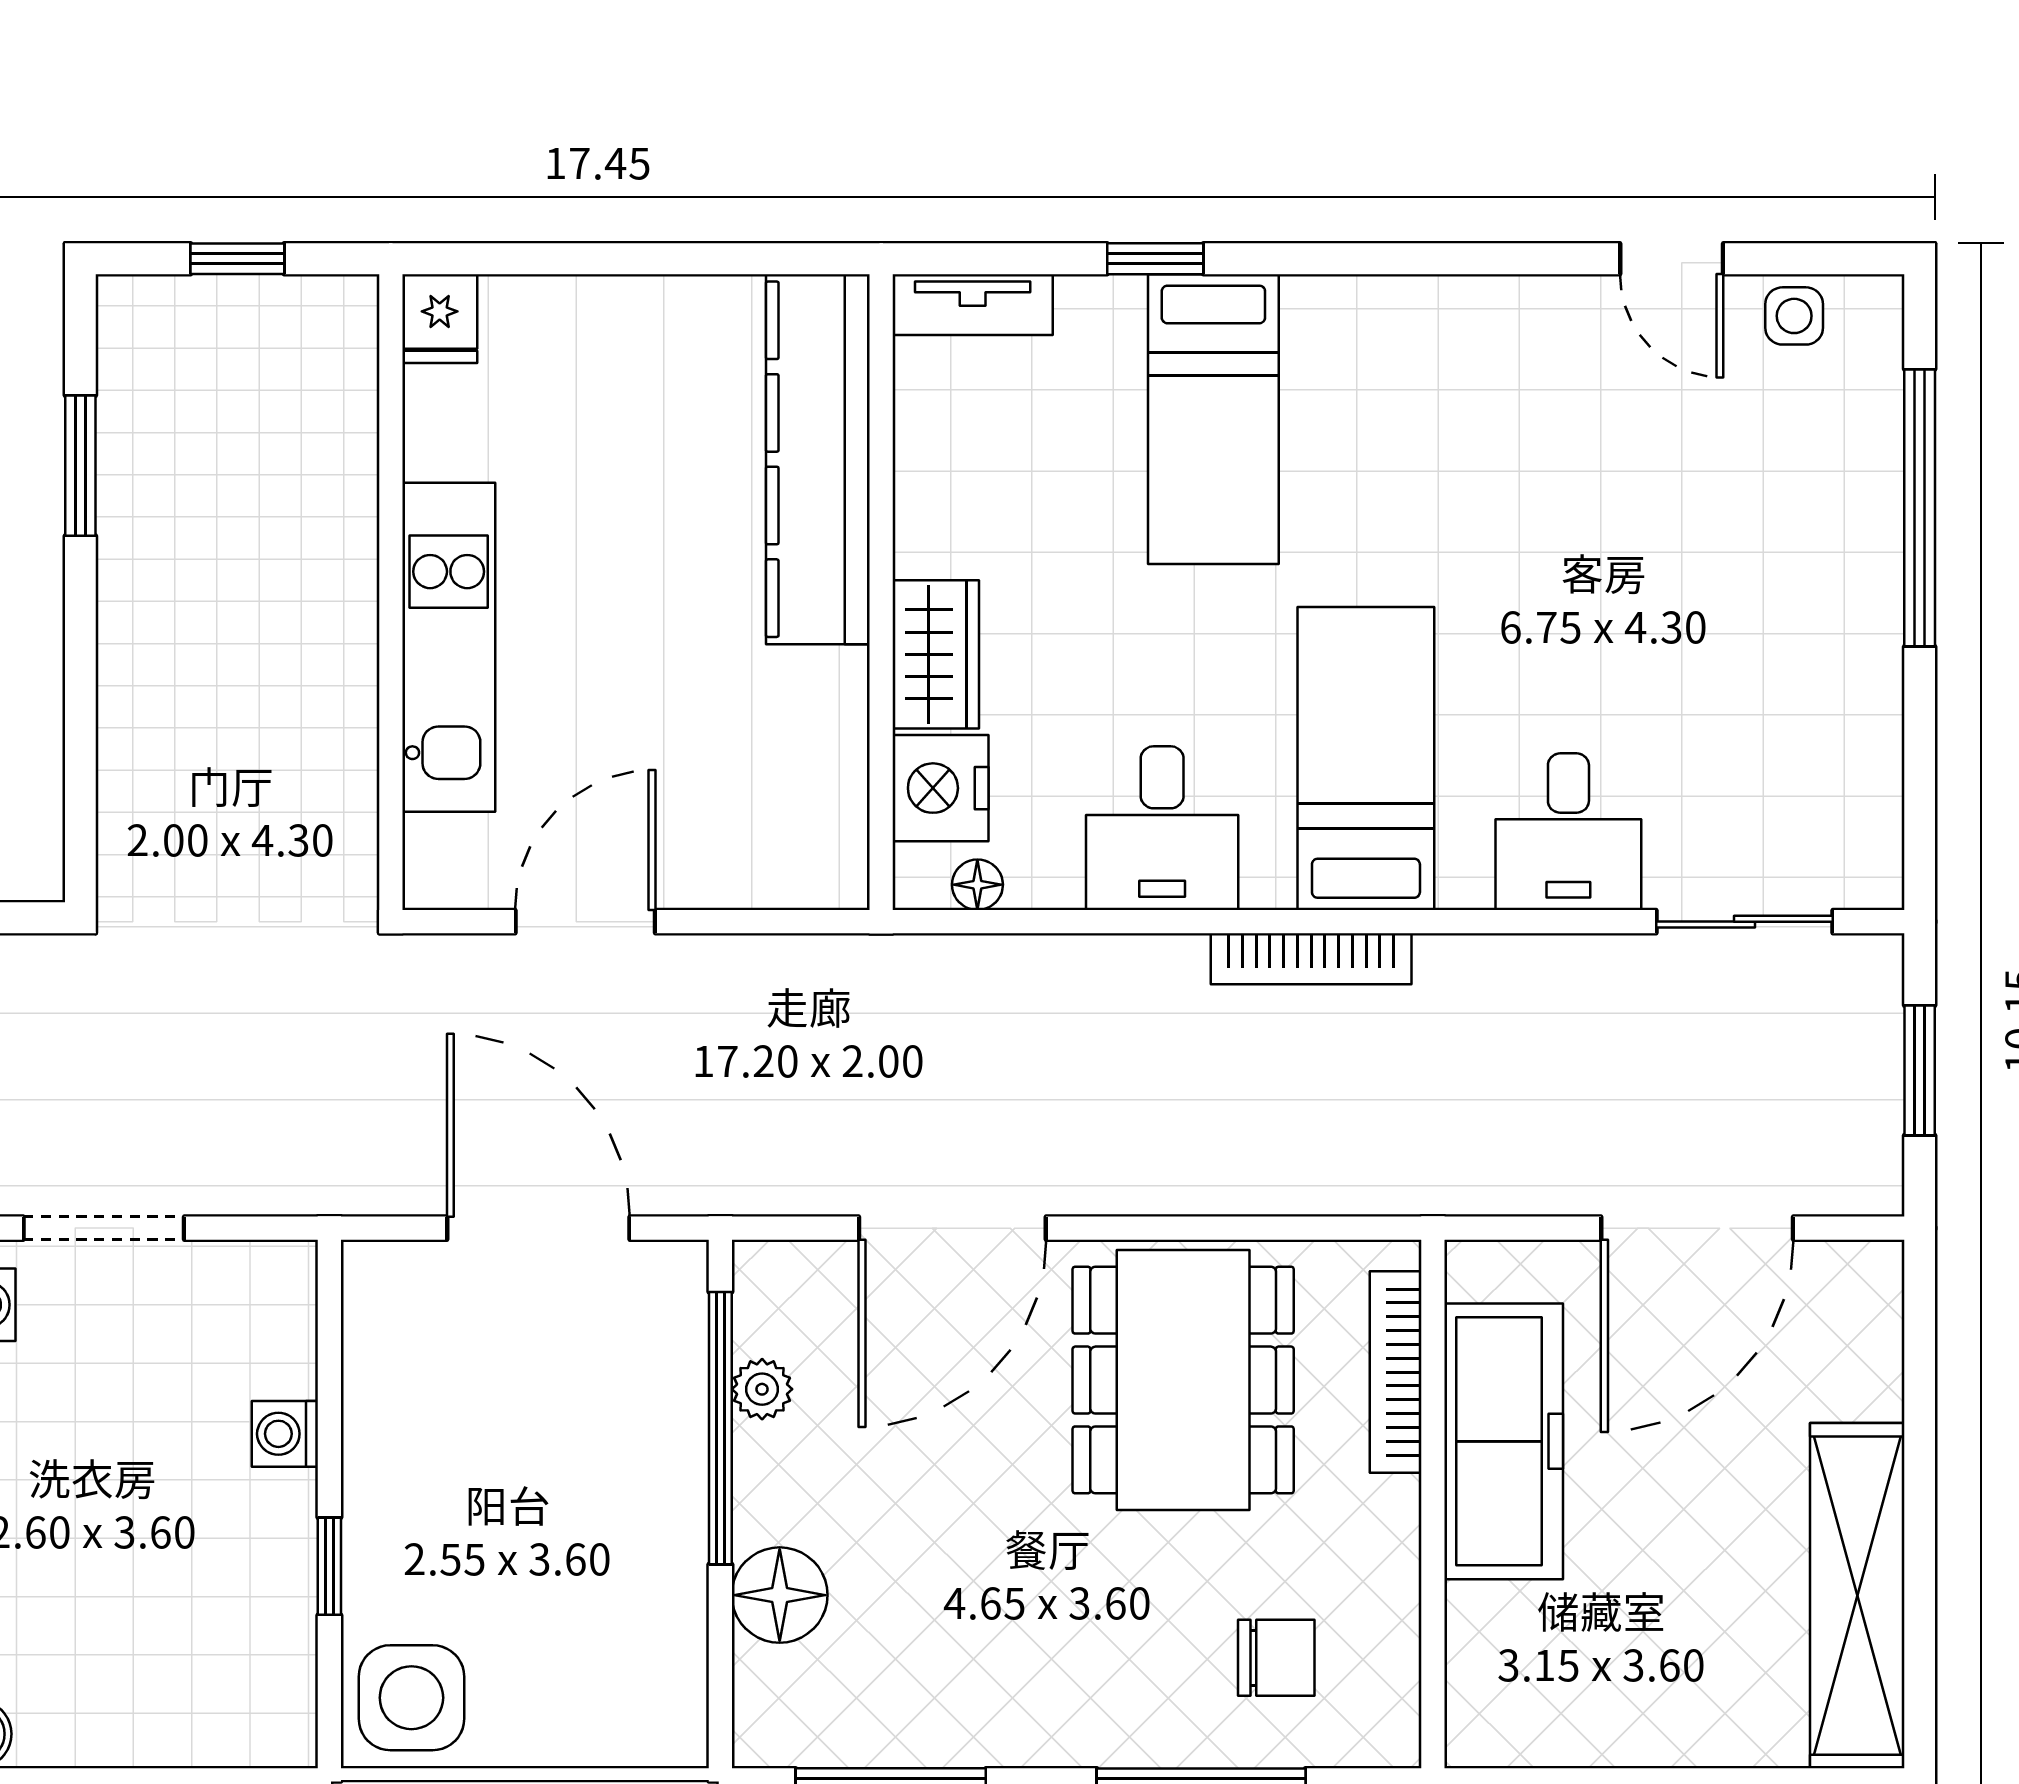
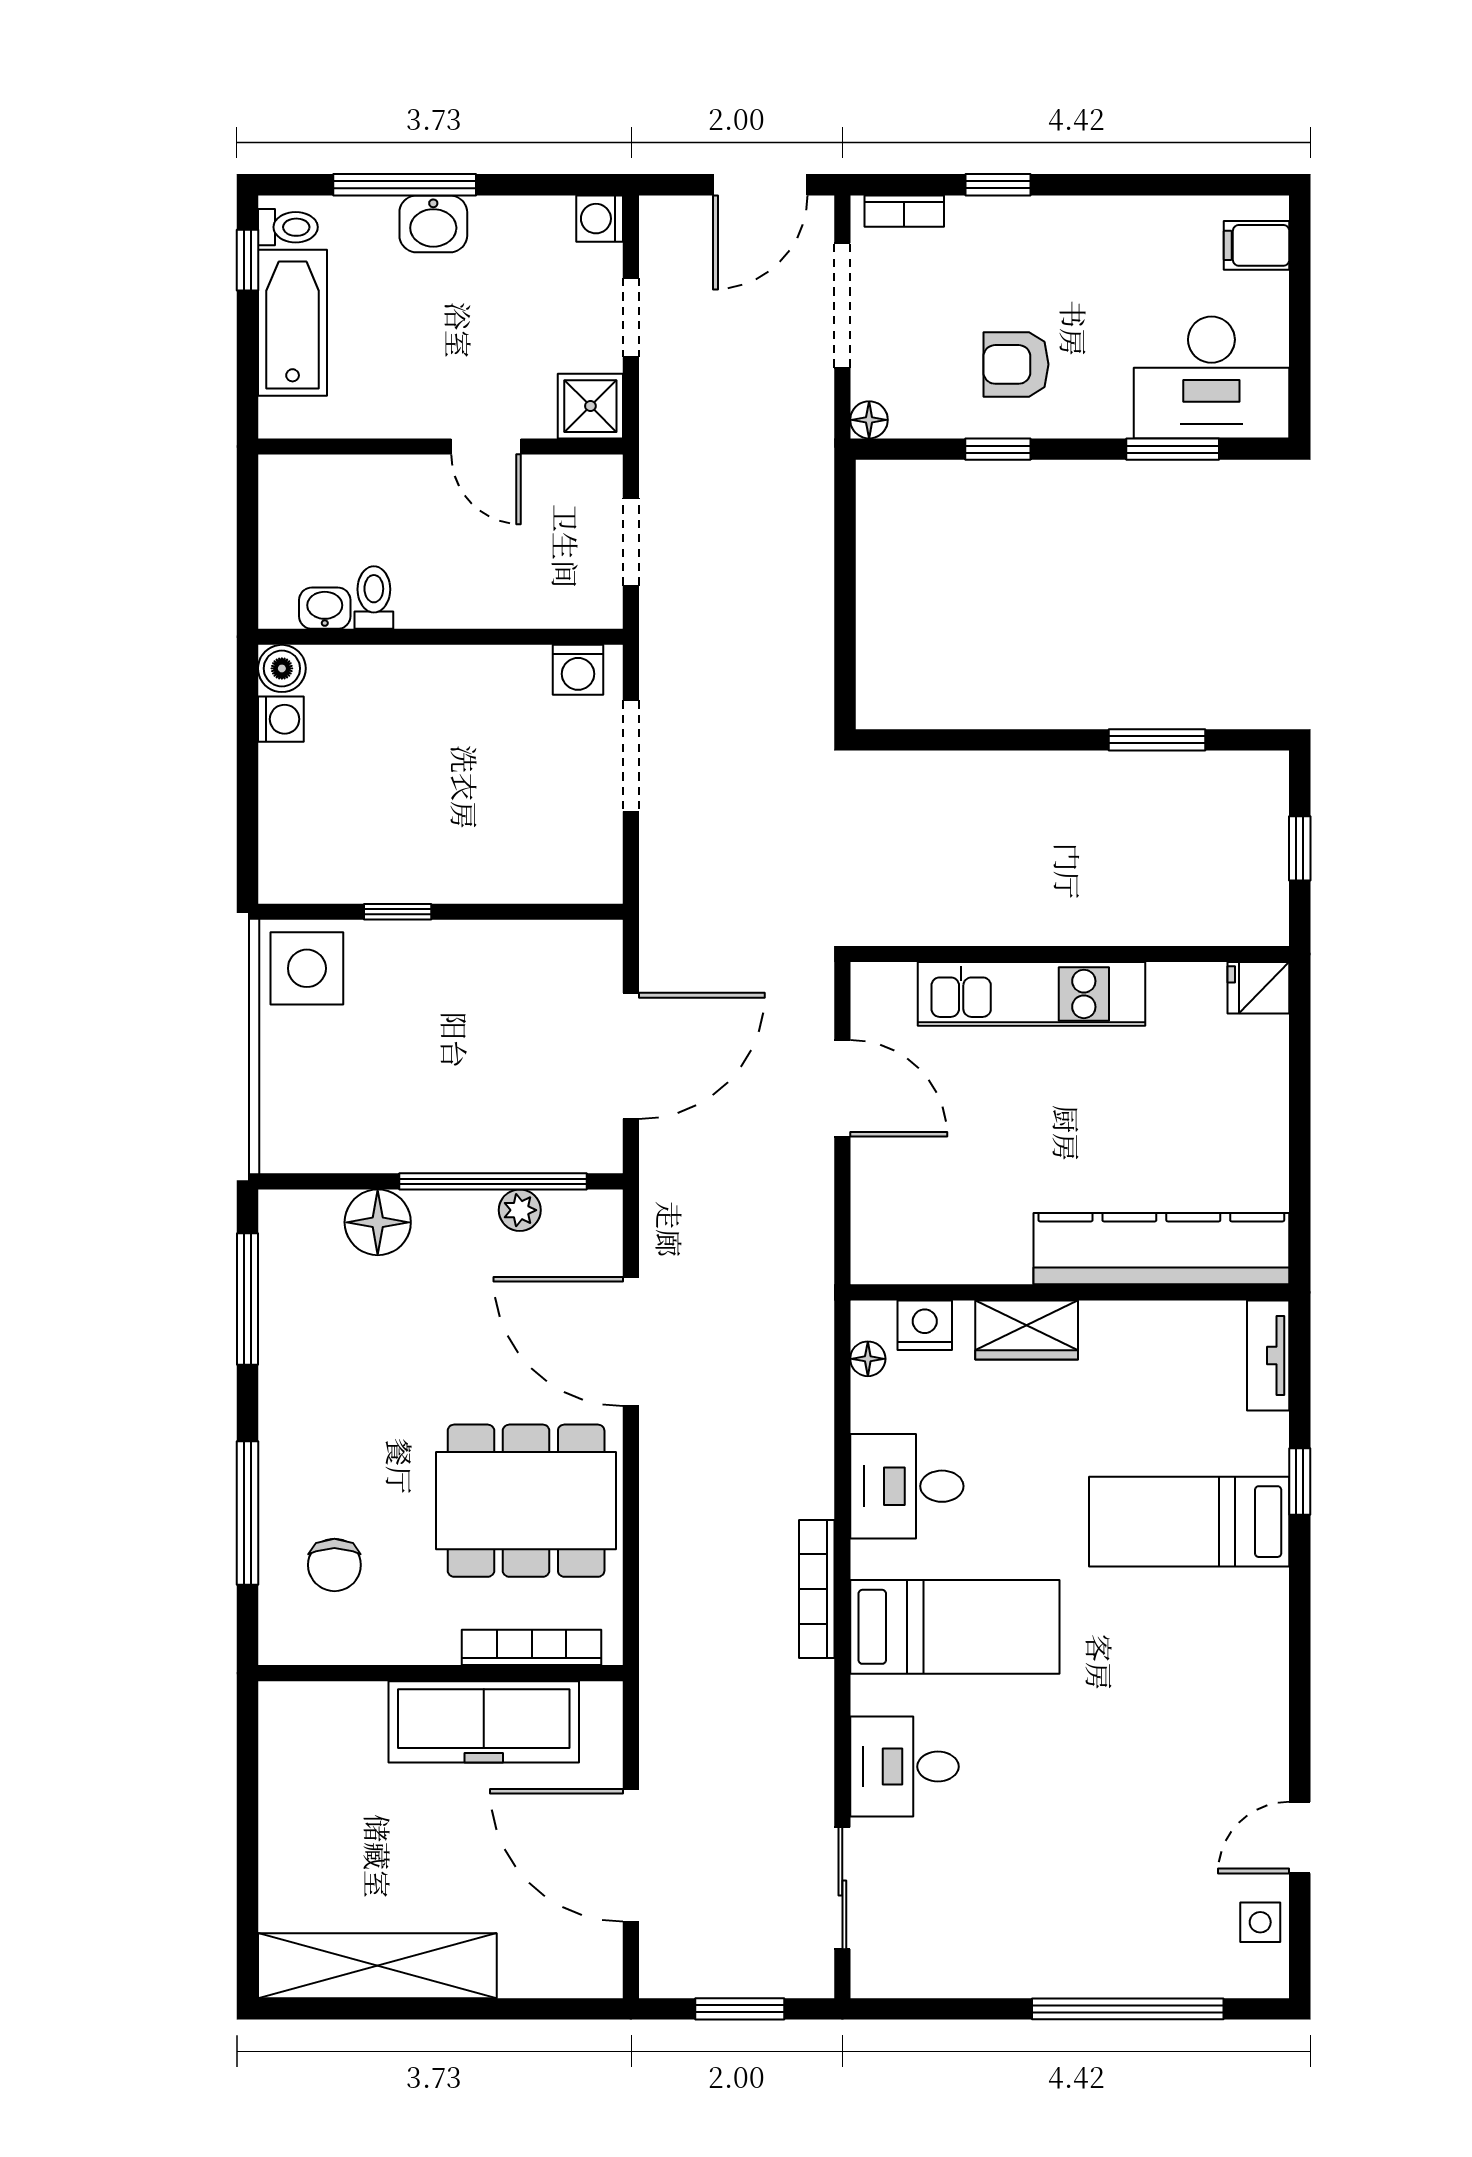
nightstand: (941, 788) -> (925, 1325), width x0.74, depth x0.75
washing machine: (285, 1434) -> (281, 719), moved, turned 90

